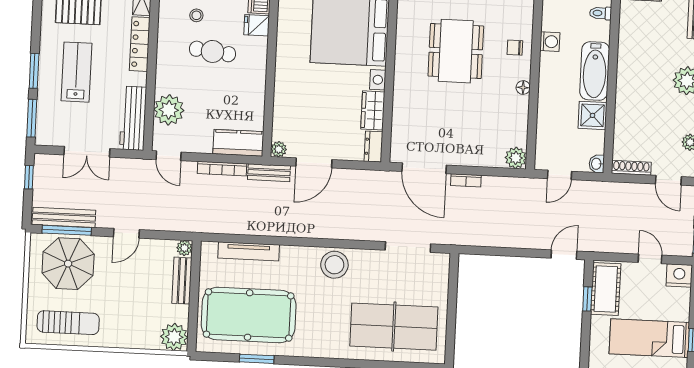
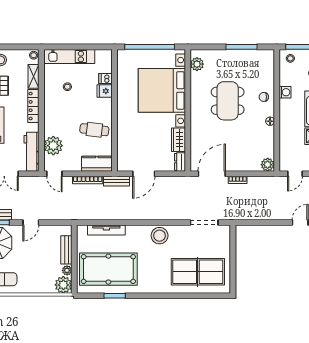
cafe table: (212, 51) -> (94, 130), moved
plant: (279, 149) -> (122, 166), removed
door: (424, 168) -> (212, 174), swing flipped
plant: (184, 248) -> (67, 270), moved

